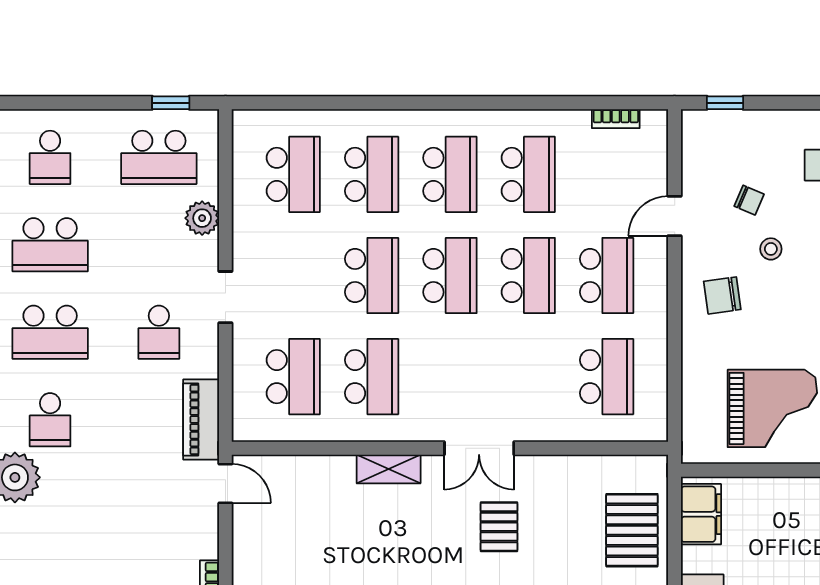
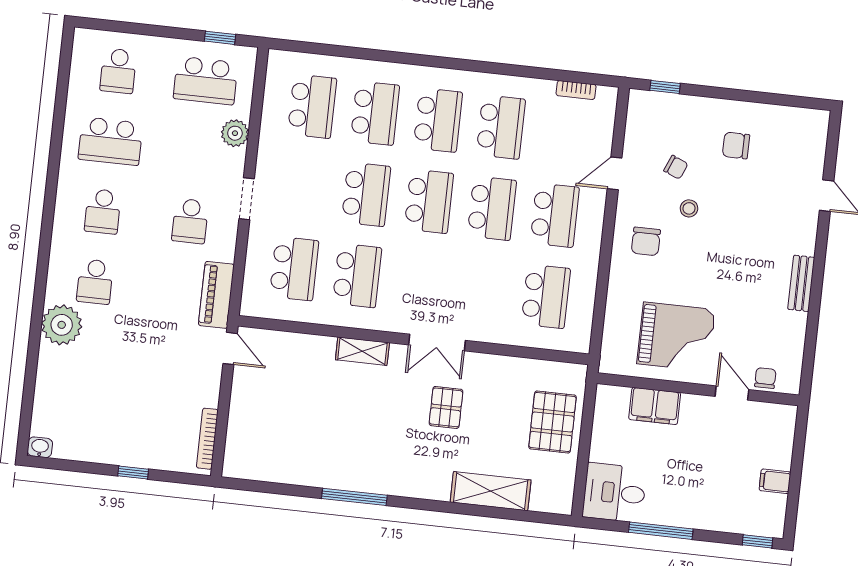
chair: (722, 295) -> (646, 241), turned -82
school desk: (50, 332) -> (103, 211), width x0.54
filing cabinet: (701, 514) -> (655, 406), moved, turned 90

